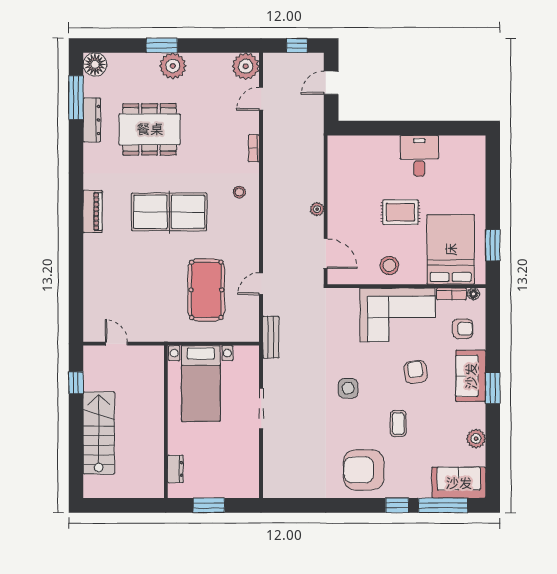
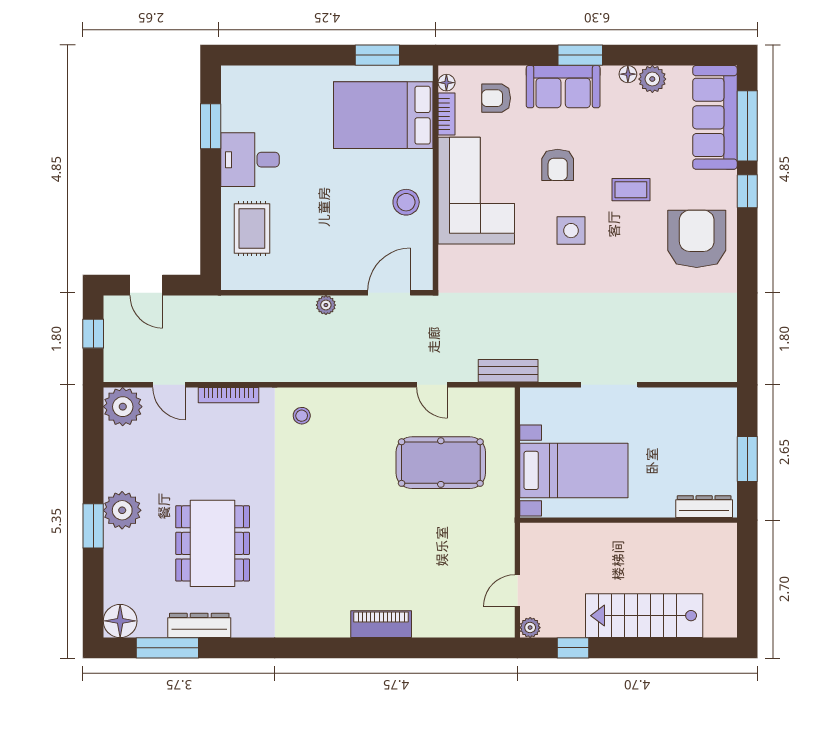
window: (443, 128) -> (211, 126), added
bookcase: (254, 148) -> (229, 395), width x1.56
piano: (93, 211) -> (381, 624), moved
table tennis table: (169, 212) -> (330, 515), removed
rug: (400, 212) -> (252, 229), moved
armchair: (463, 329) -> (496, 98), turned -90
plant: (90, 353) -> (530, 628), added
armchair: (416, 372) -> (558, 165), turned -82
side table: (348, 388) -> (571, 231), moved
floor lamp: (479, 421) -> (628, 74), added
dresser: (175, 469) -> (704, 507), width x1.44
armchair: (364, 470) -> (697, 239), turned 180
sofa: (459, 483) -> (715, 117), width x1.36

